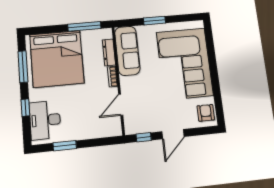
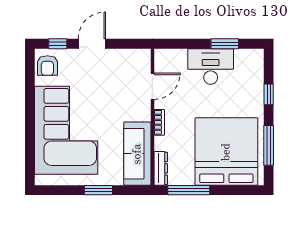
dresser: (109, 52) -> (161, 168), moved
desk: (45, 120) -> (211, 66), moved, turned -90
window: (144, 137) -> (58, 44), moved

